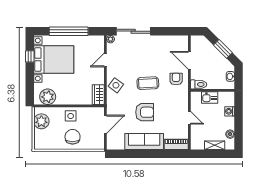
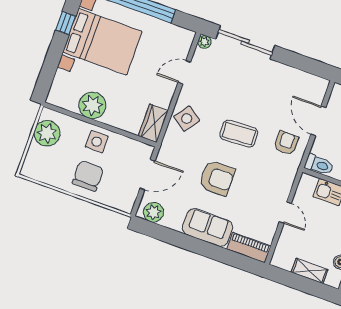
plant: (48, 97) -> (92, 105), moved
sofa: (144, 142) -> (207, 228), width x0.73
plant: (116, 144) -> (154, 212), added

